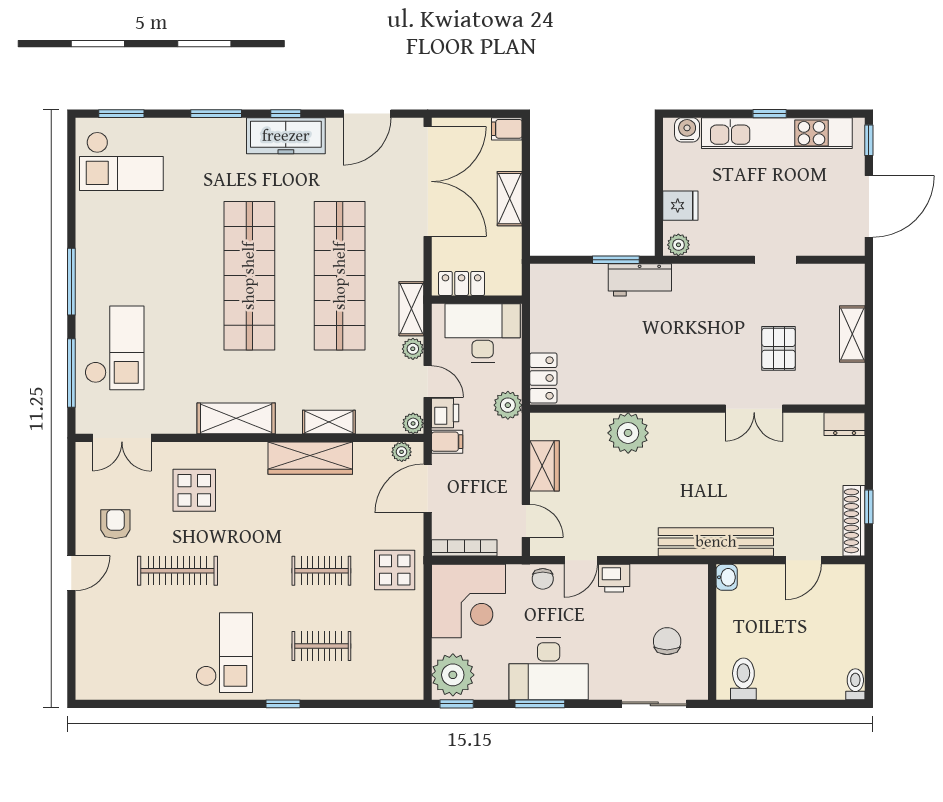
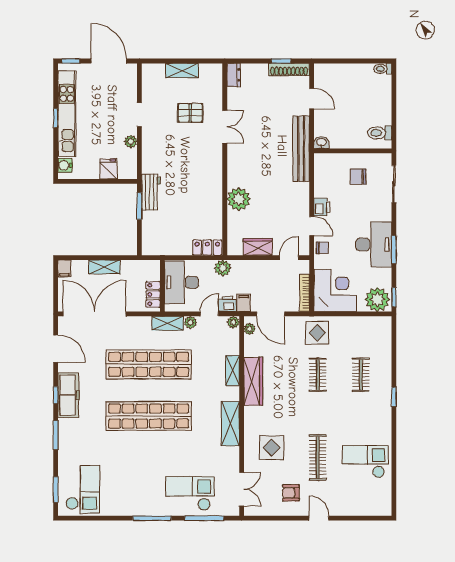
plant: (678, 245) -> (131, 142), moved
checkout: (224, 653) -> (365, 462), moved

